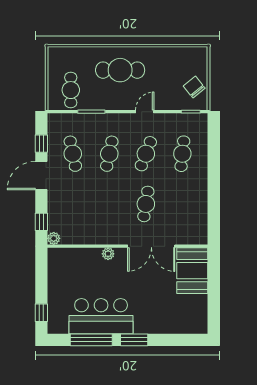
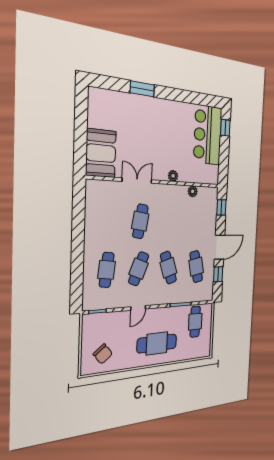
chair: (194, 87) -> (103, 354), moved
cafe table: (109, 154) -> (168, 268), turned -30
plant: (54, 238) -> (193, 191), moved
double door: (151, 246) -> (137, 181), width x0.73
bar counter: (101, 316) -> (208, 135), moved, turned 90
window: (91, 340) -> (190, 97), removed
window: (134, 340) -> (142, 89), moved

